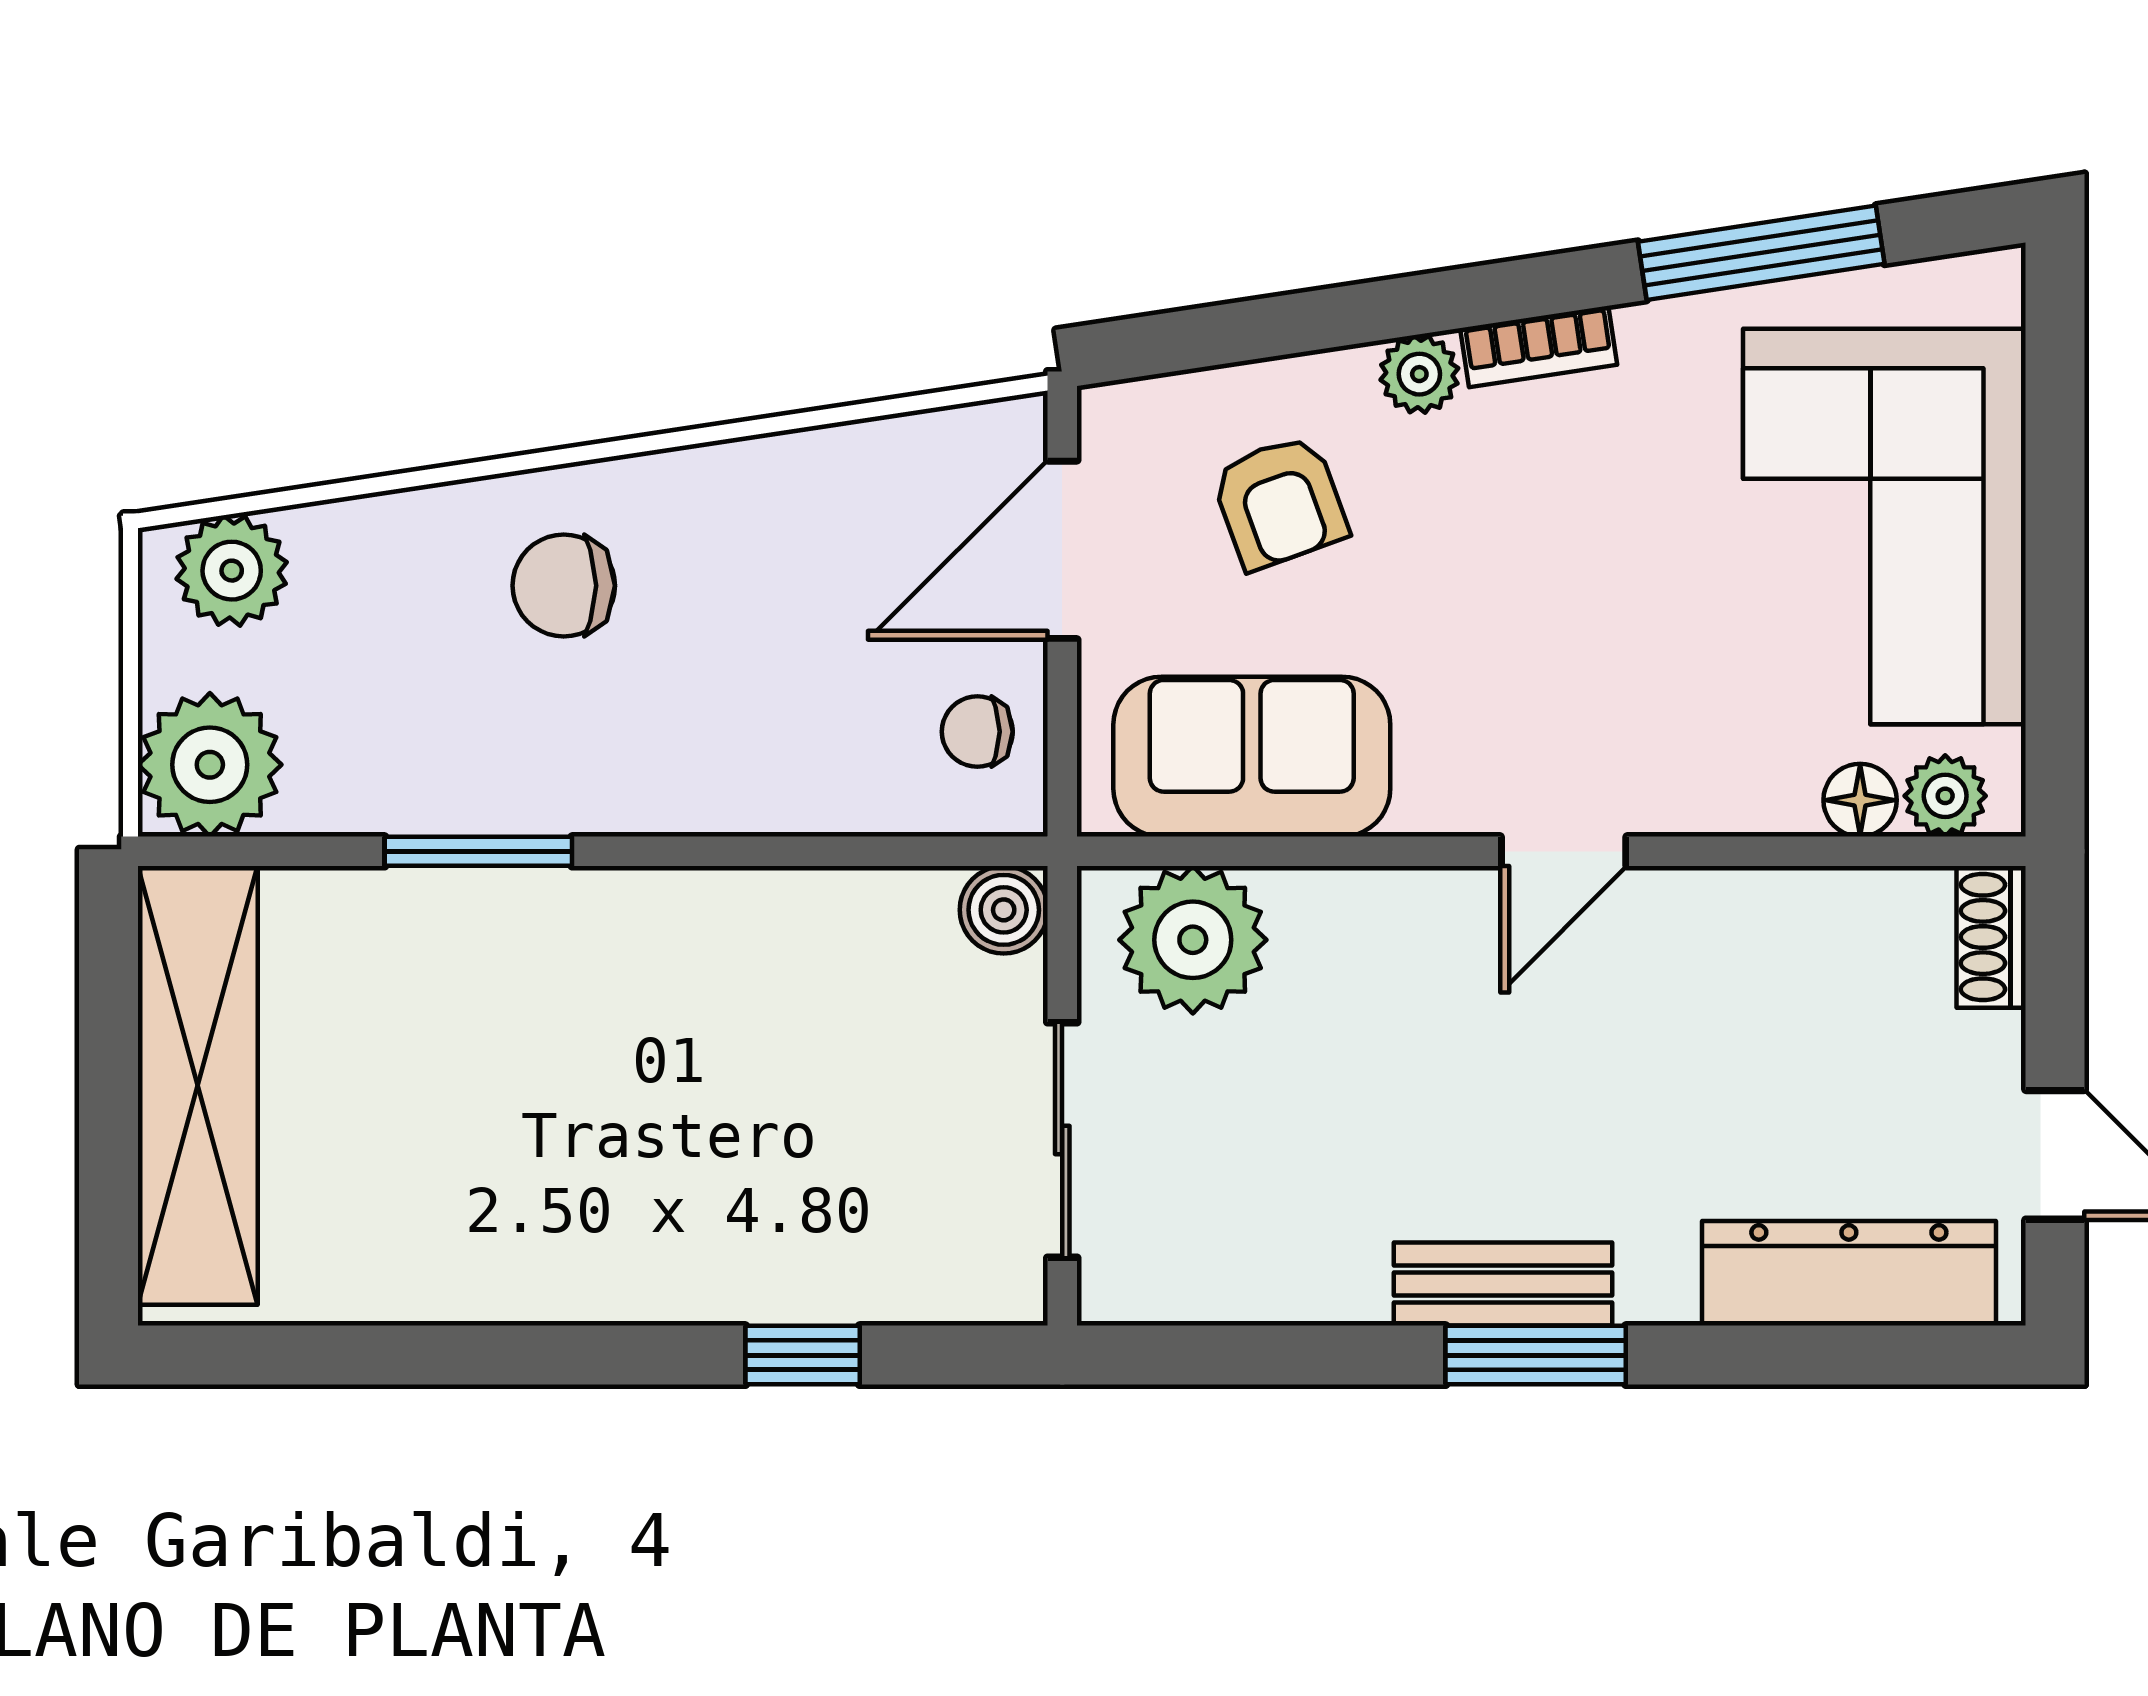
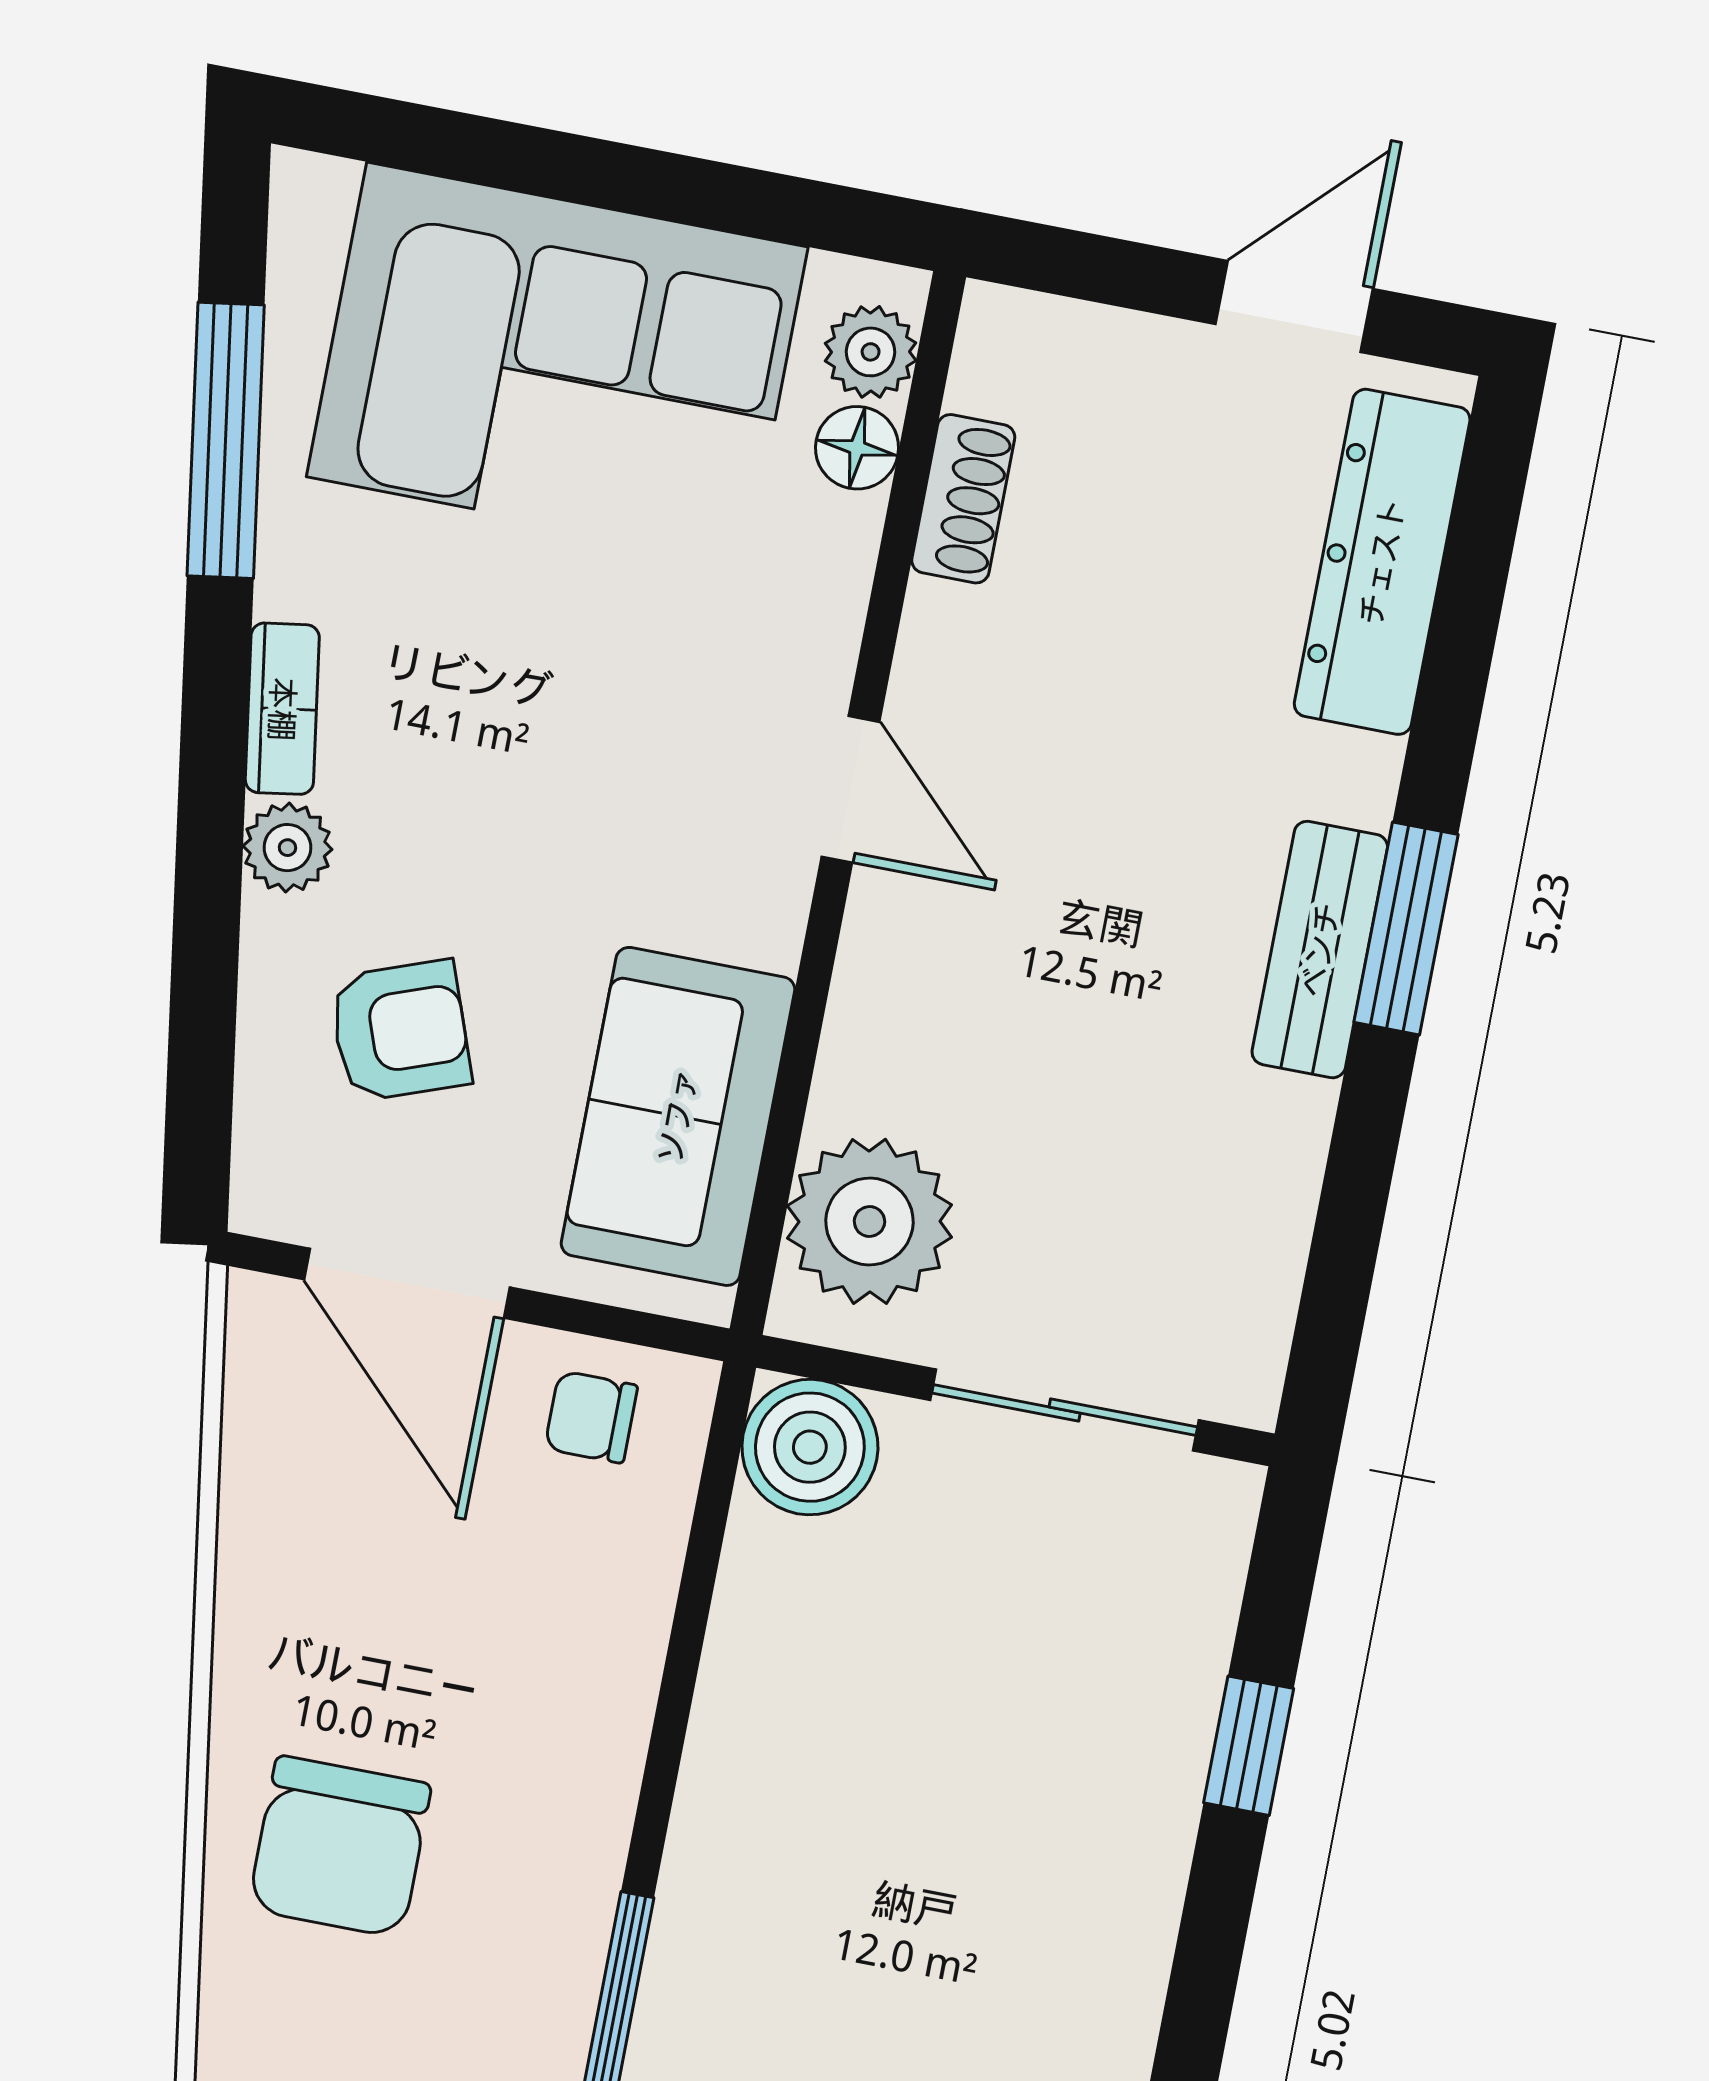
chair: (564, 586) -> (340, 1847), width x1.37, depth x1.37
chair: (977, 732) -> (591, 1417), turned 90
boiler: (1004, 910) -> (810, 1447), width x1.36, depth x1.36
shoe rack: (1991, 937) -> (963, 499), moved, turned -90

